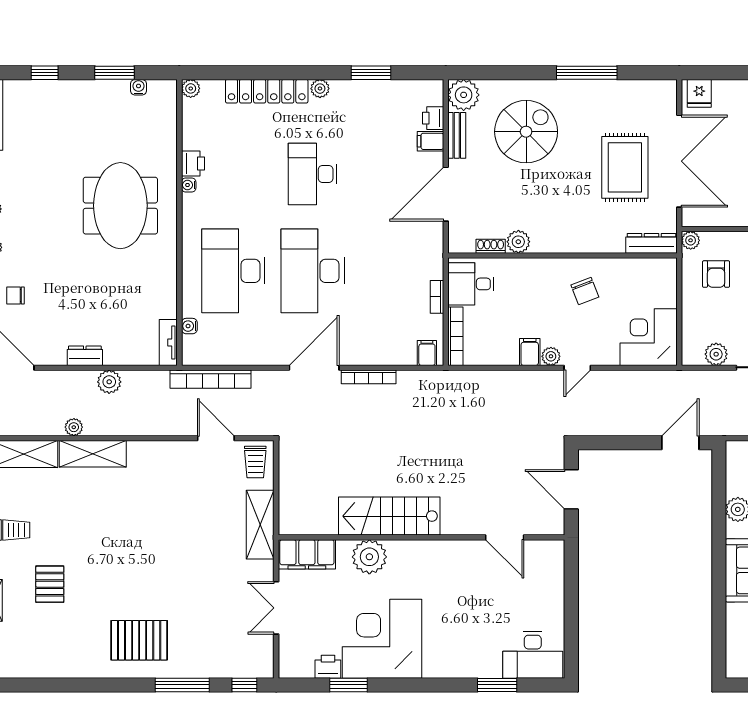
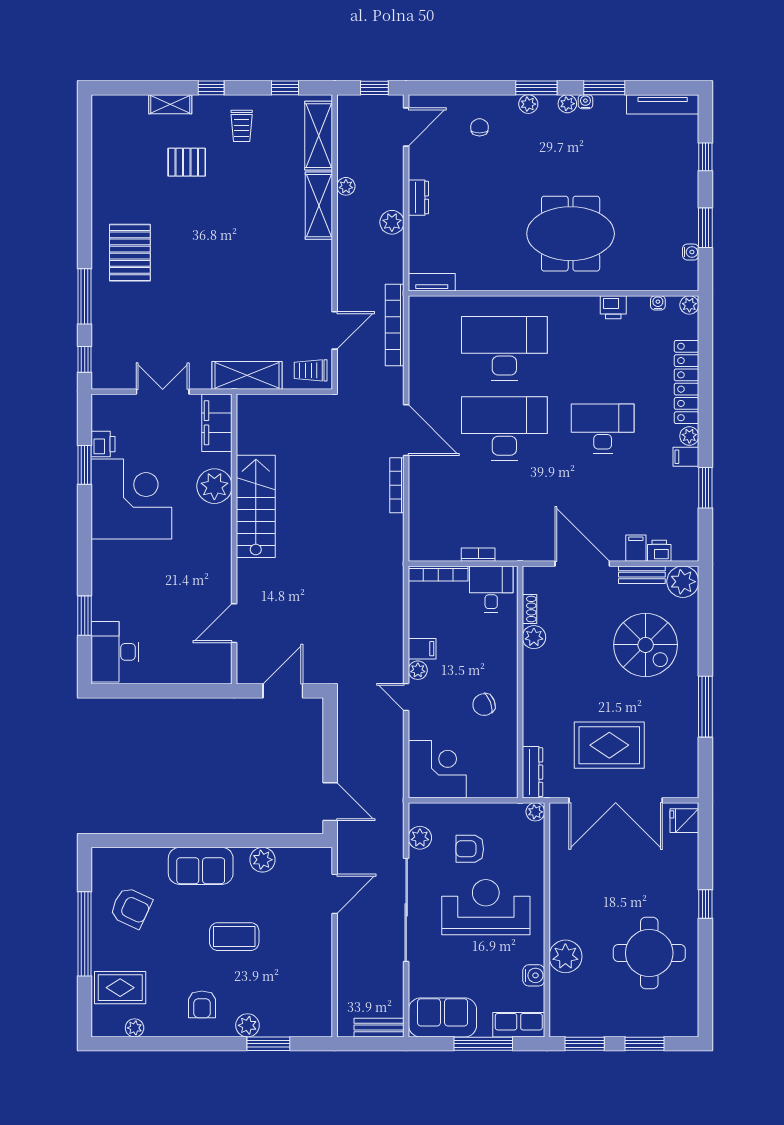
water cooler: (189, 185) -> (658, 303), moved
armchair: (716, 274) -> (470, 849), moved
water cooler: (189, 326) -> (448, 304), removed
filing cabinet: (427, 353) -> (686, 457), moved, turned 180

